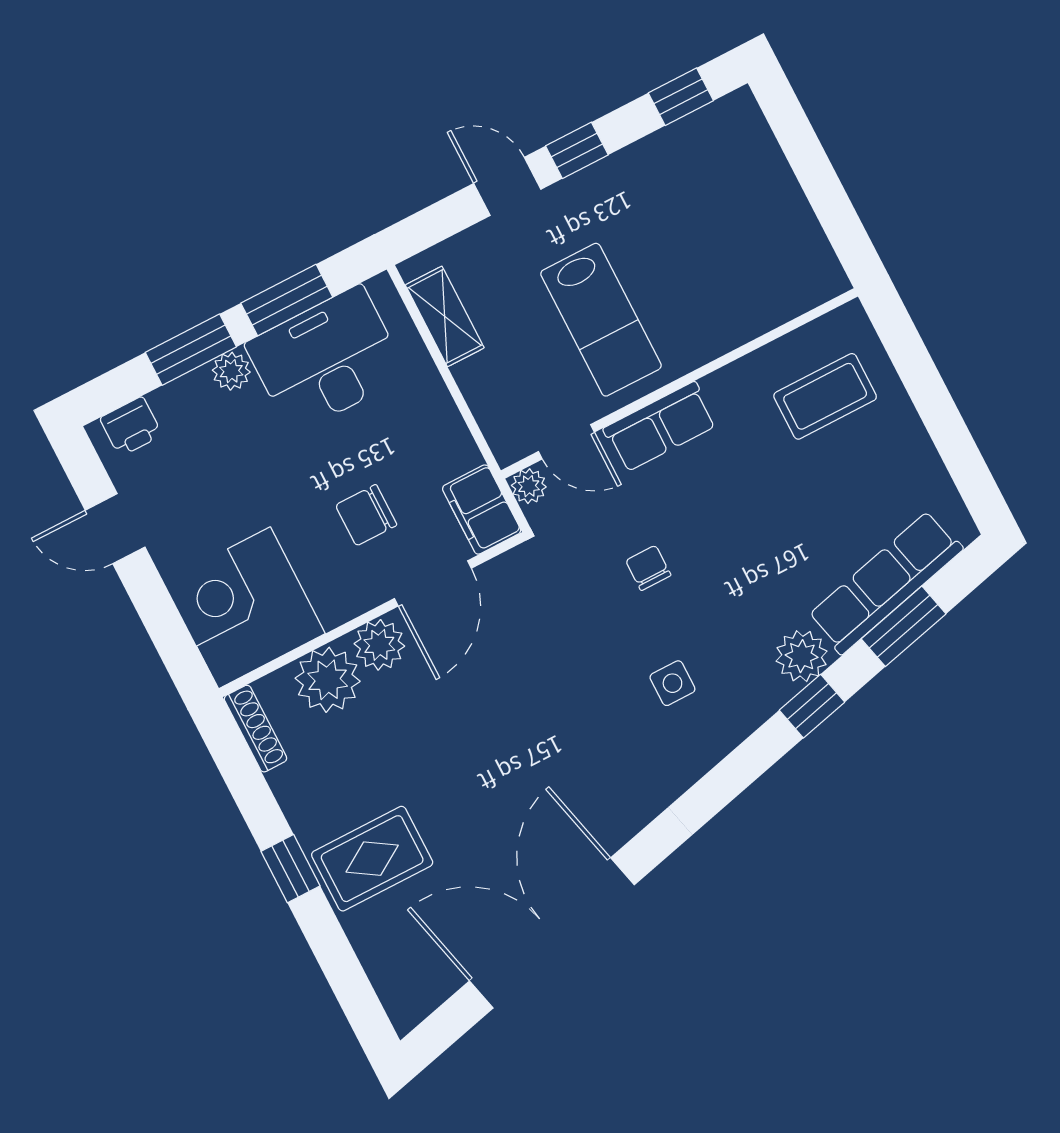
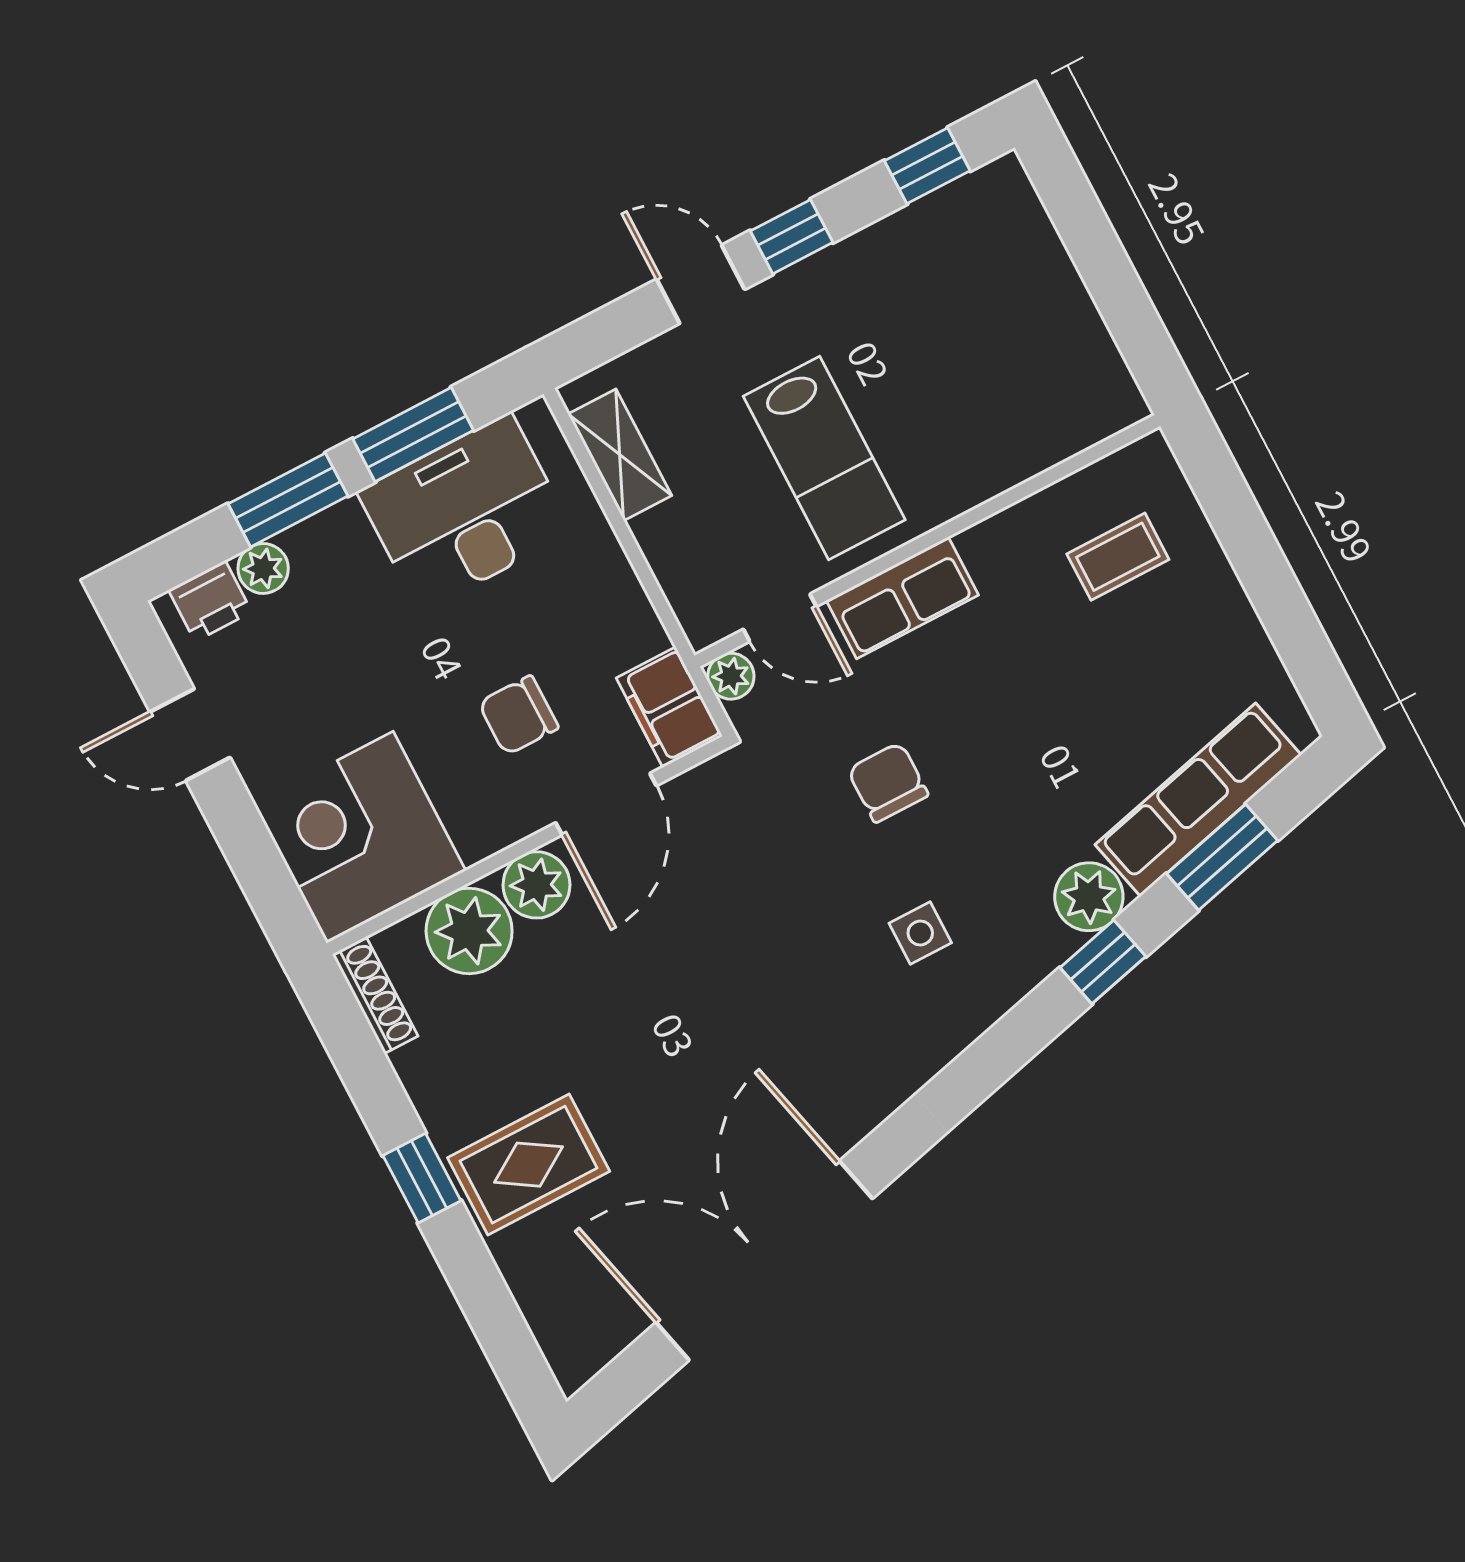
plant: (231, 371) -> (263, 568), moved
coffee table: (825, 396) -> (1118, 557), width x0.73, depth x0.77
chair: (648, 568) -> (888, 782), width x1.37, depth x1.37

